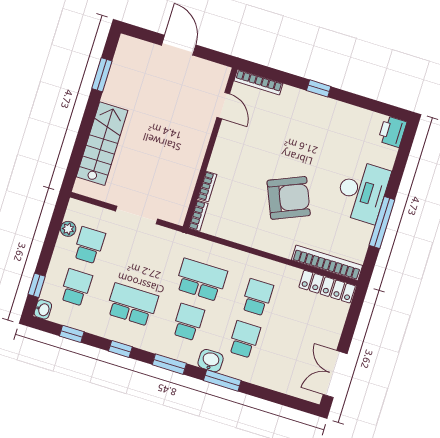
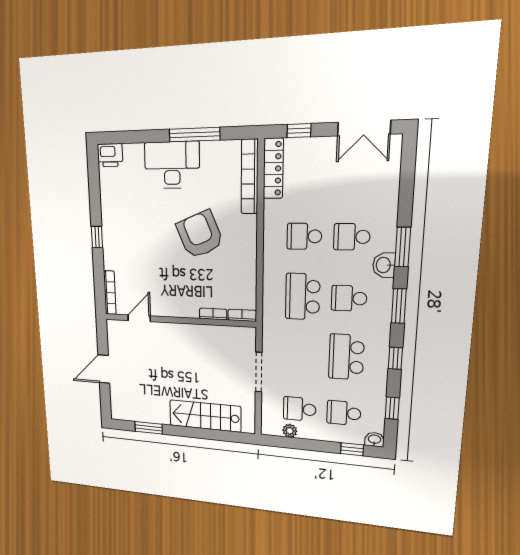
window: (352, 319) -> (299, 131), added

